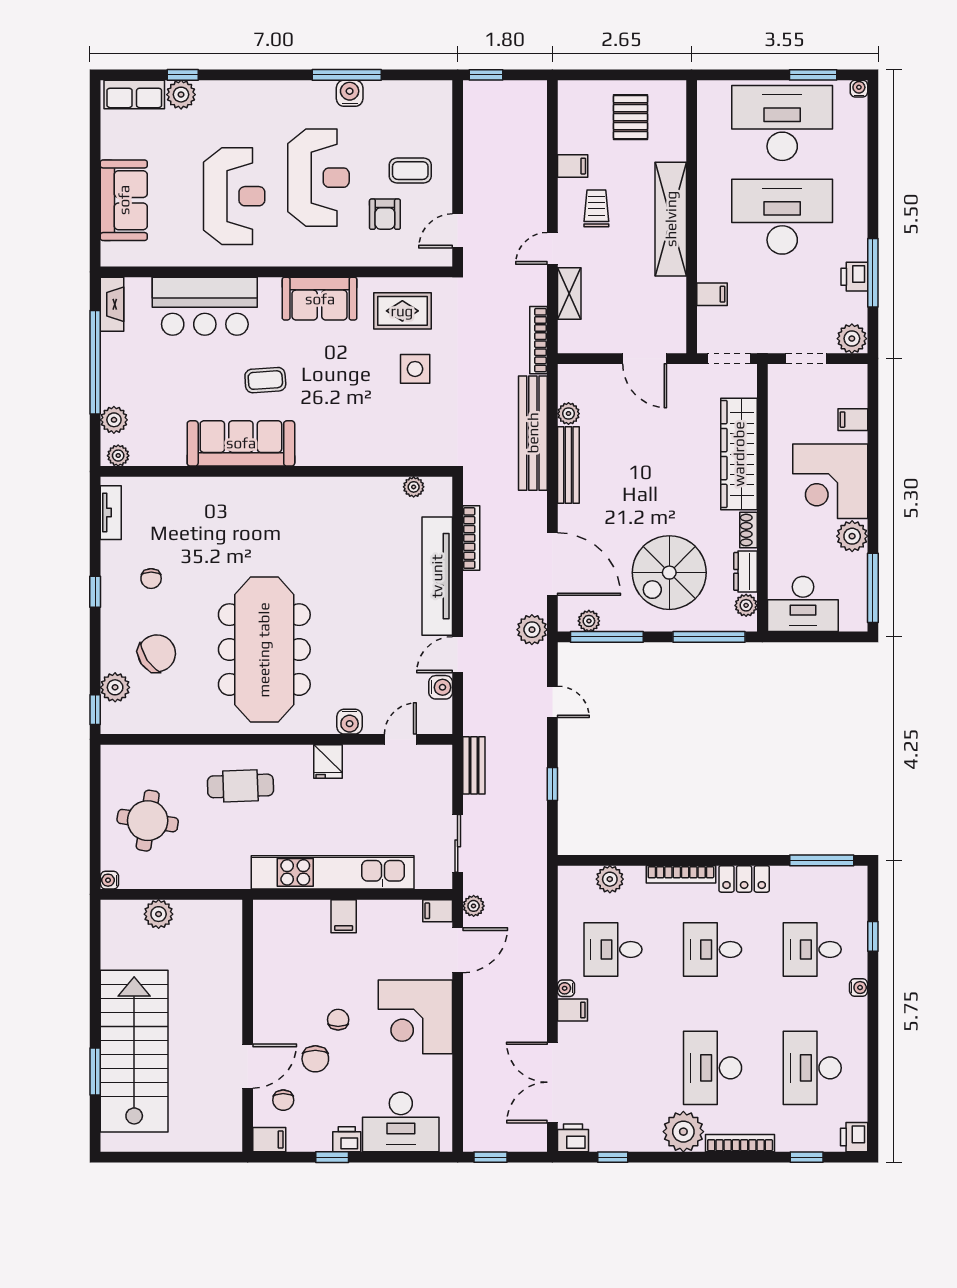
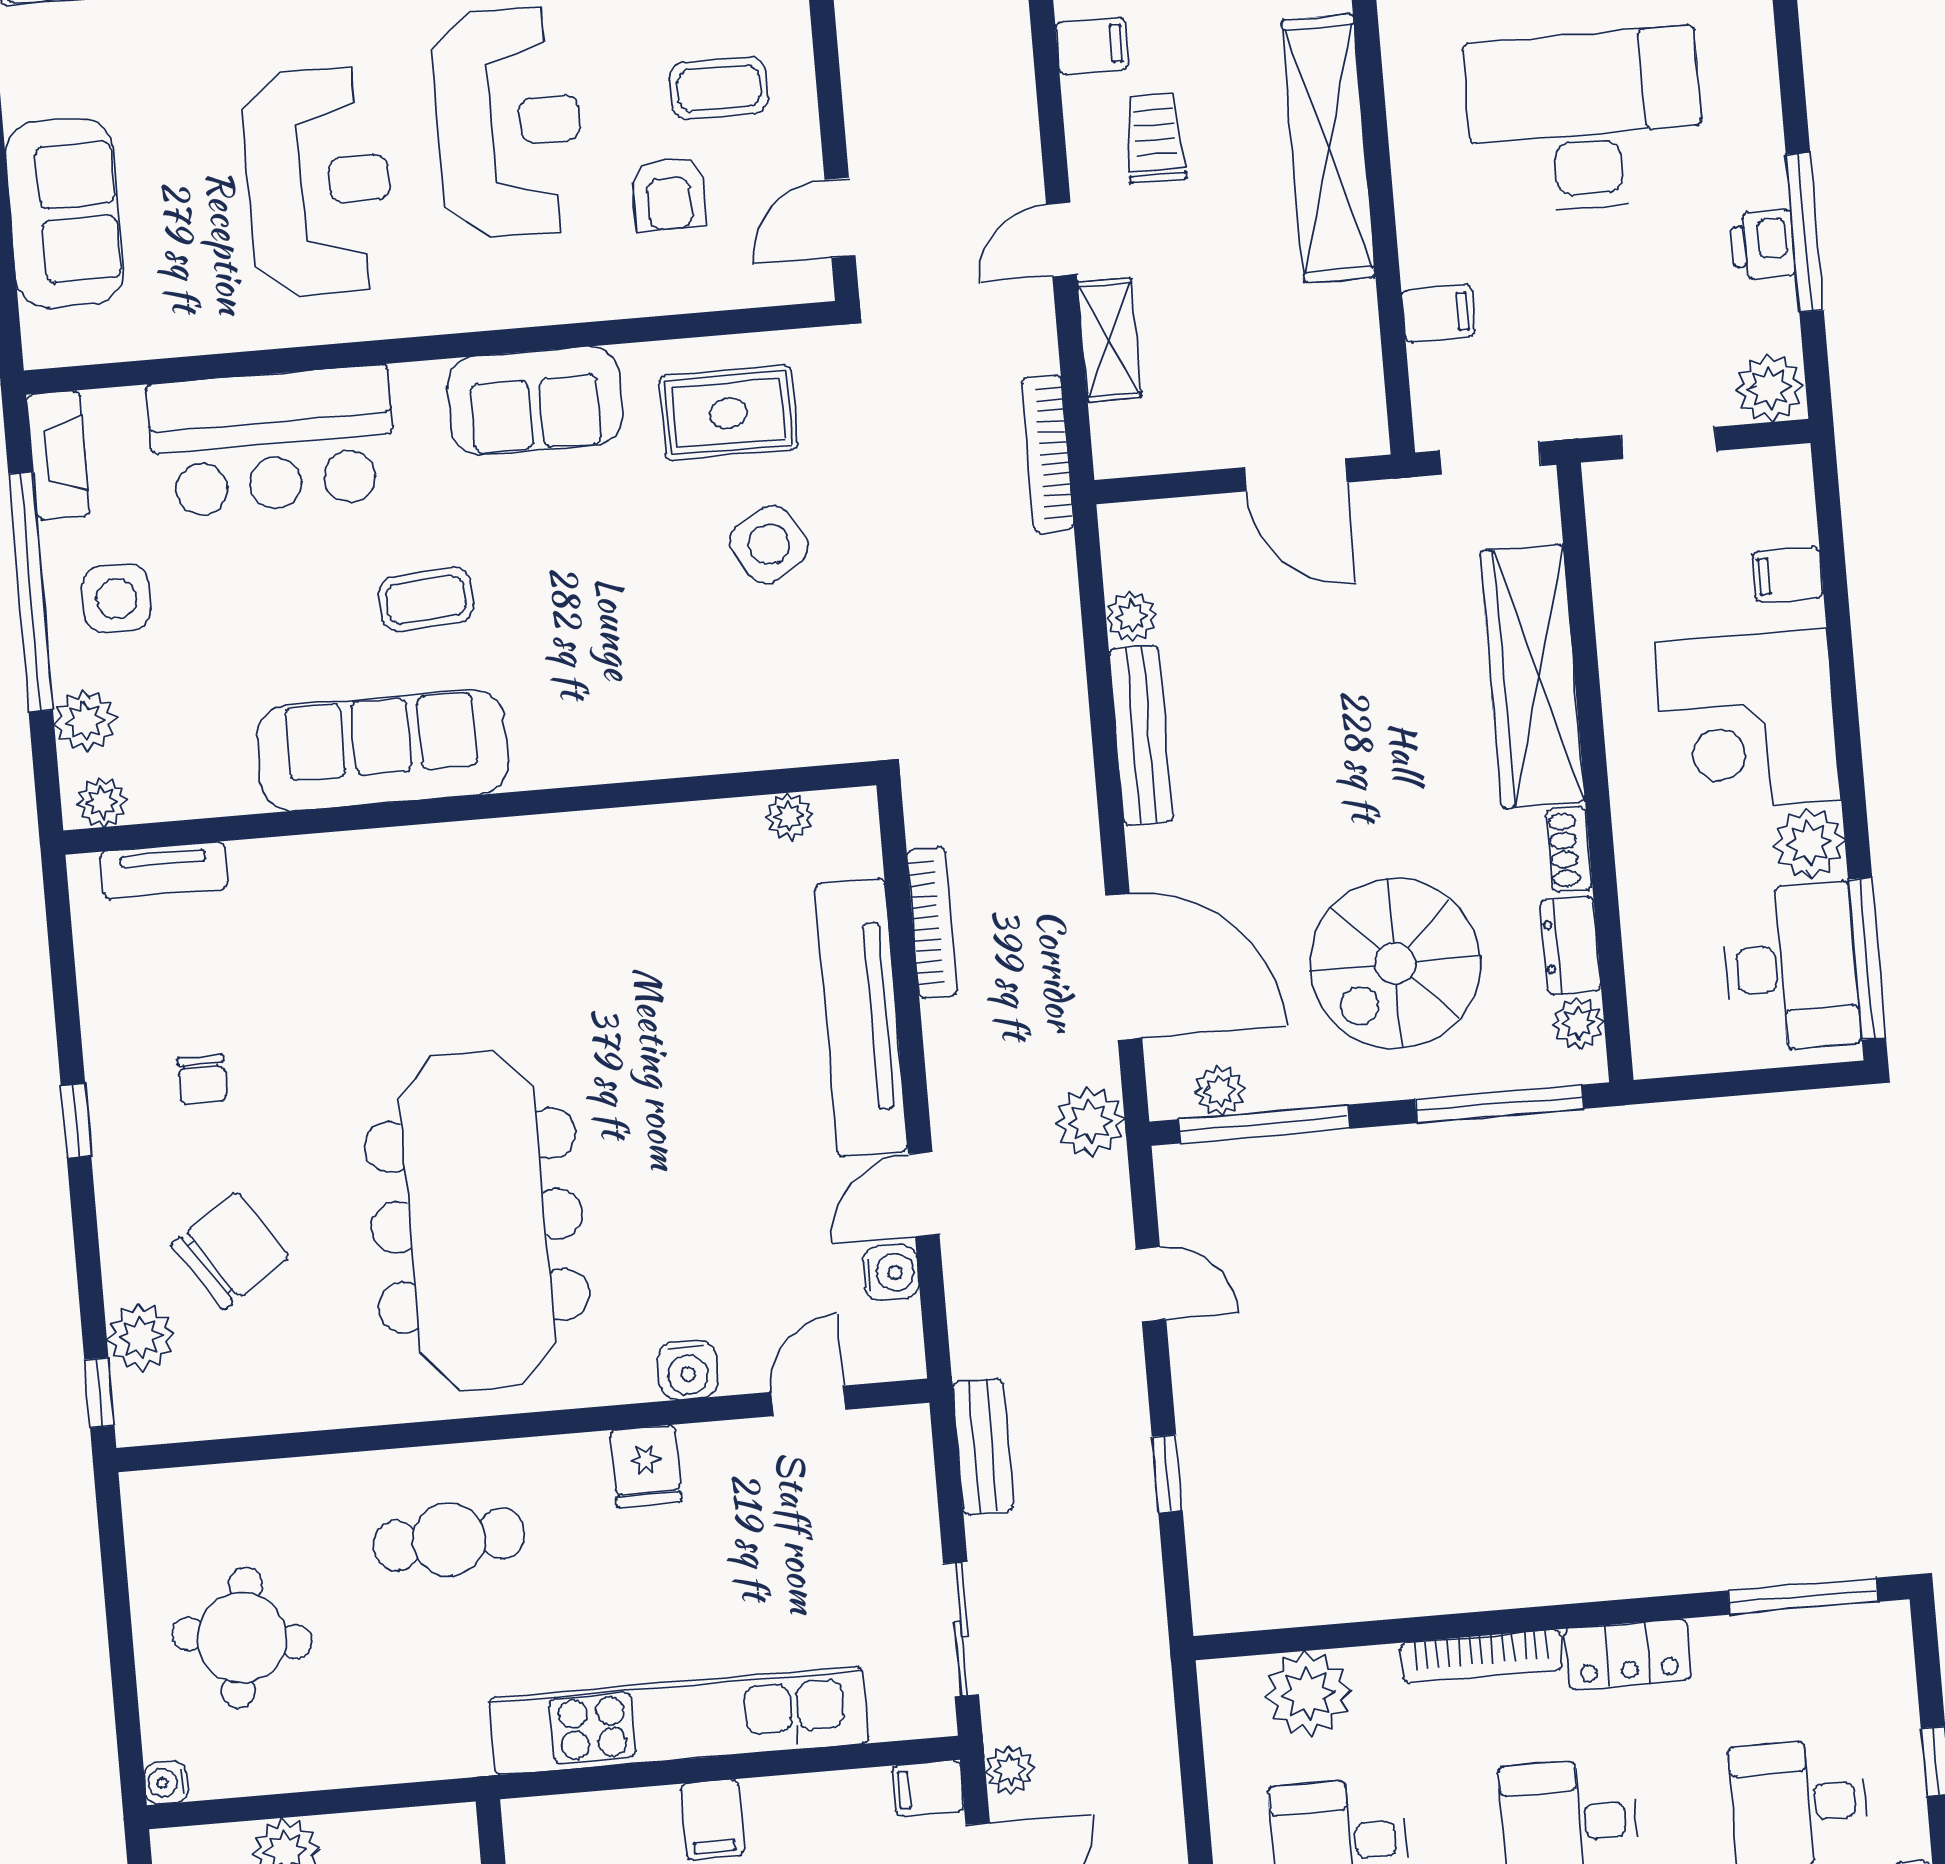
side table: (132, 368) -> (116, 598), added
side table: (415, 369) -> (769, 544), turned -31
bench: (533, 433) -> (1053, 669), removed
tv unit: (111, 513) -> (164, 870), moved, turned 90
desk: (803, 604) -> (1791, 967), moved, turned -90
plant: (610, 879) -> (1308, 1694), width x1.36, depth x1.36

